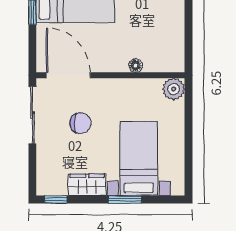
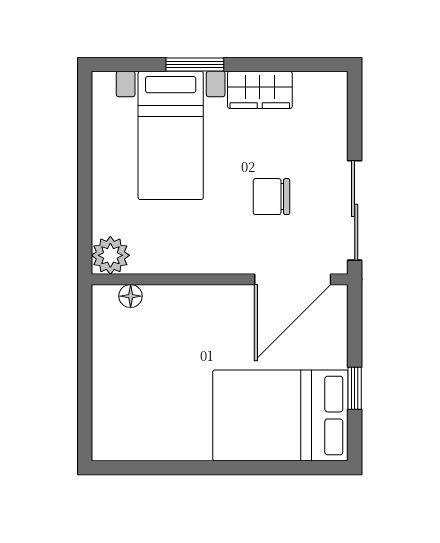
floor lamp: (136, 66) -> (131, 296), moved
door: (68, 75) -> (293, 279), hinge flipped
window: (56, 199) -> (314, 64), removed

